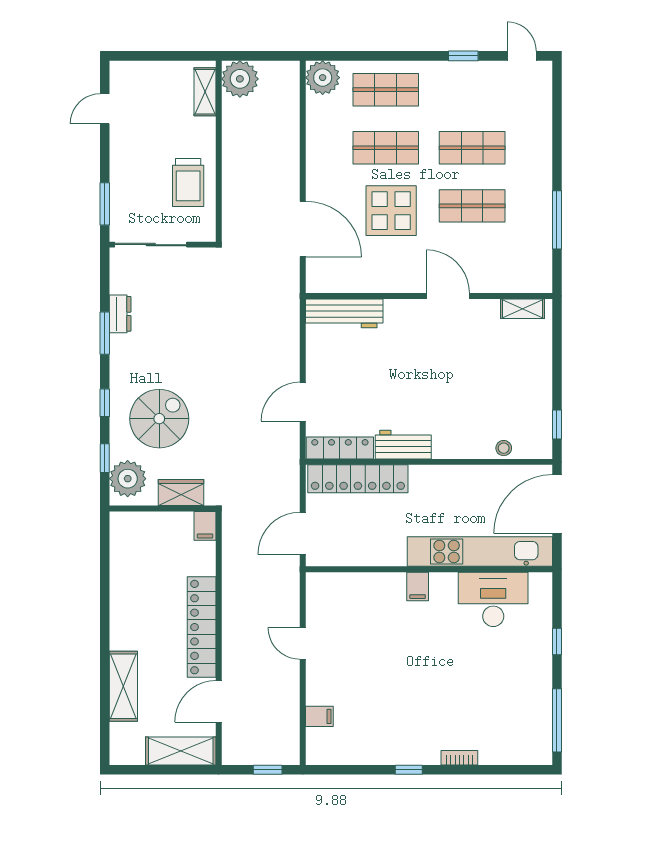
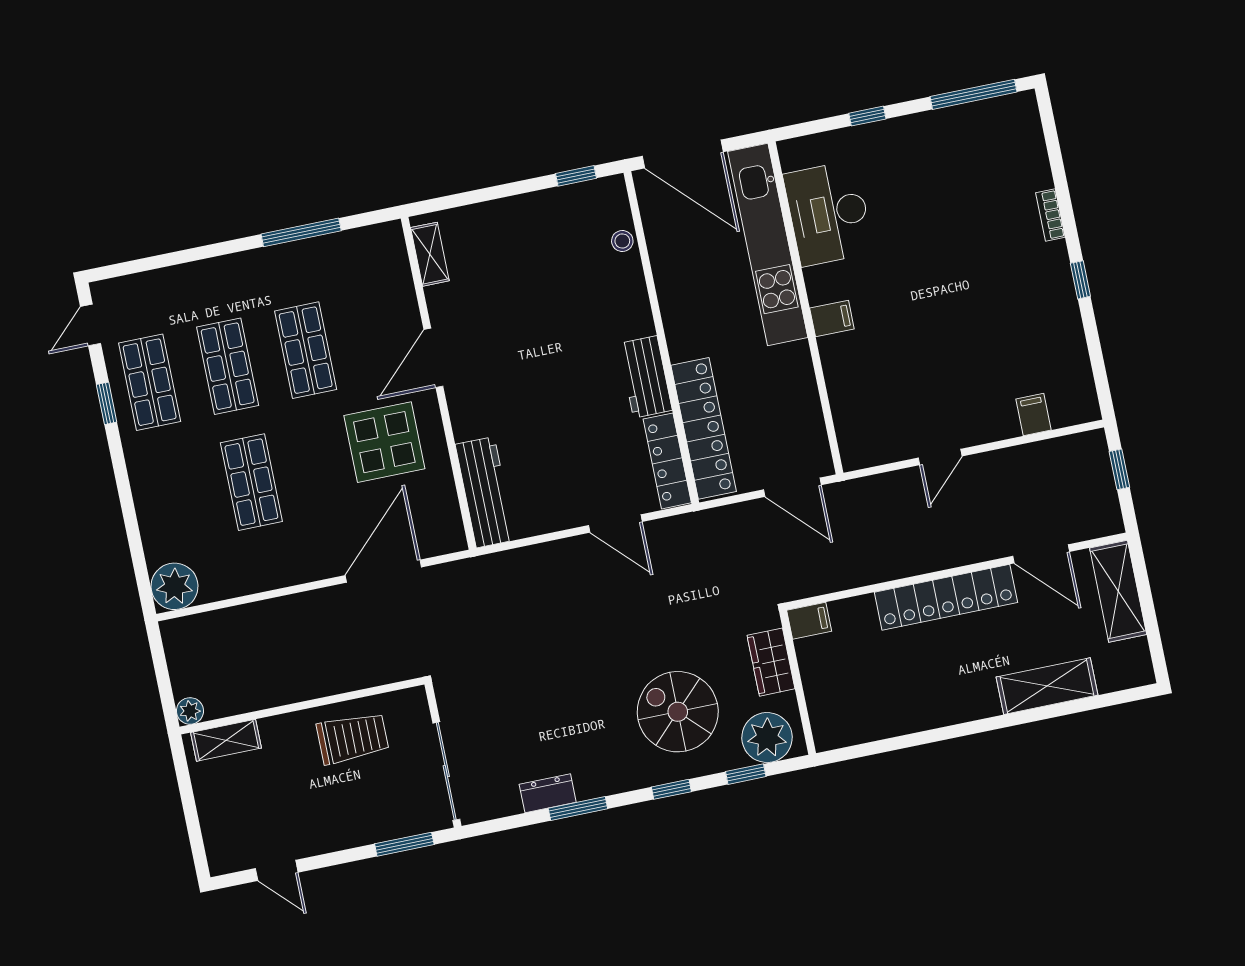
plant: (240, 79) -> (190, 711), width x0.53, depth x0.53
shop shelf: (386, 90) -> (150, 382), moved
display table: (391, 211) -> (384, 442), moved

